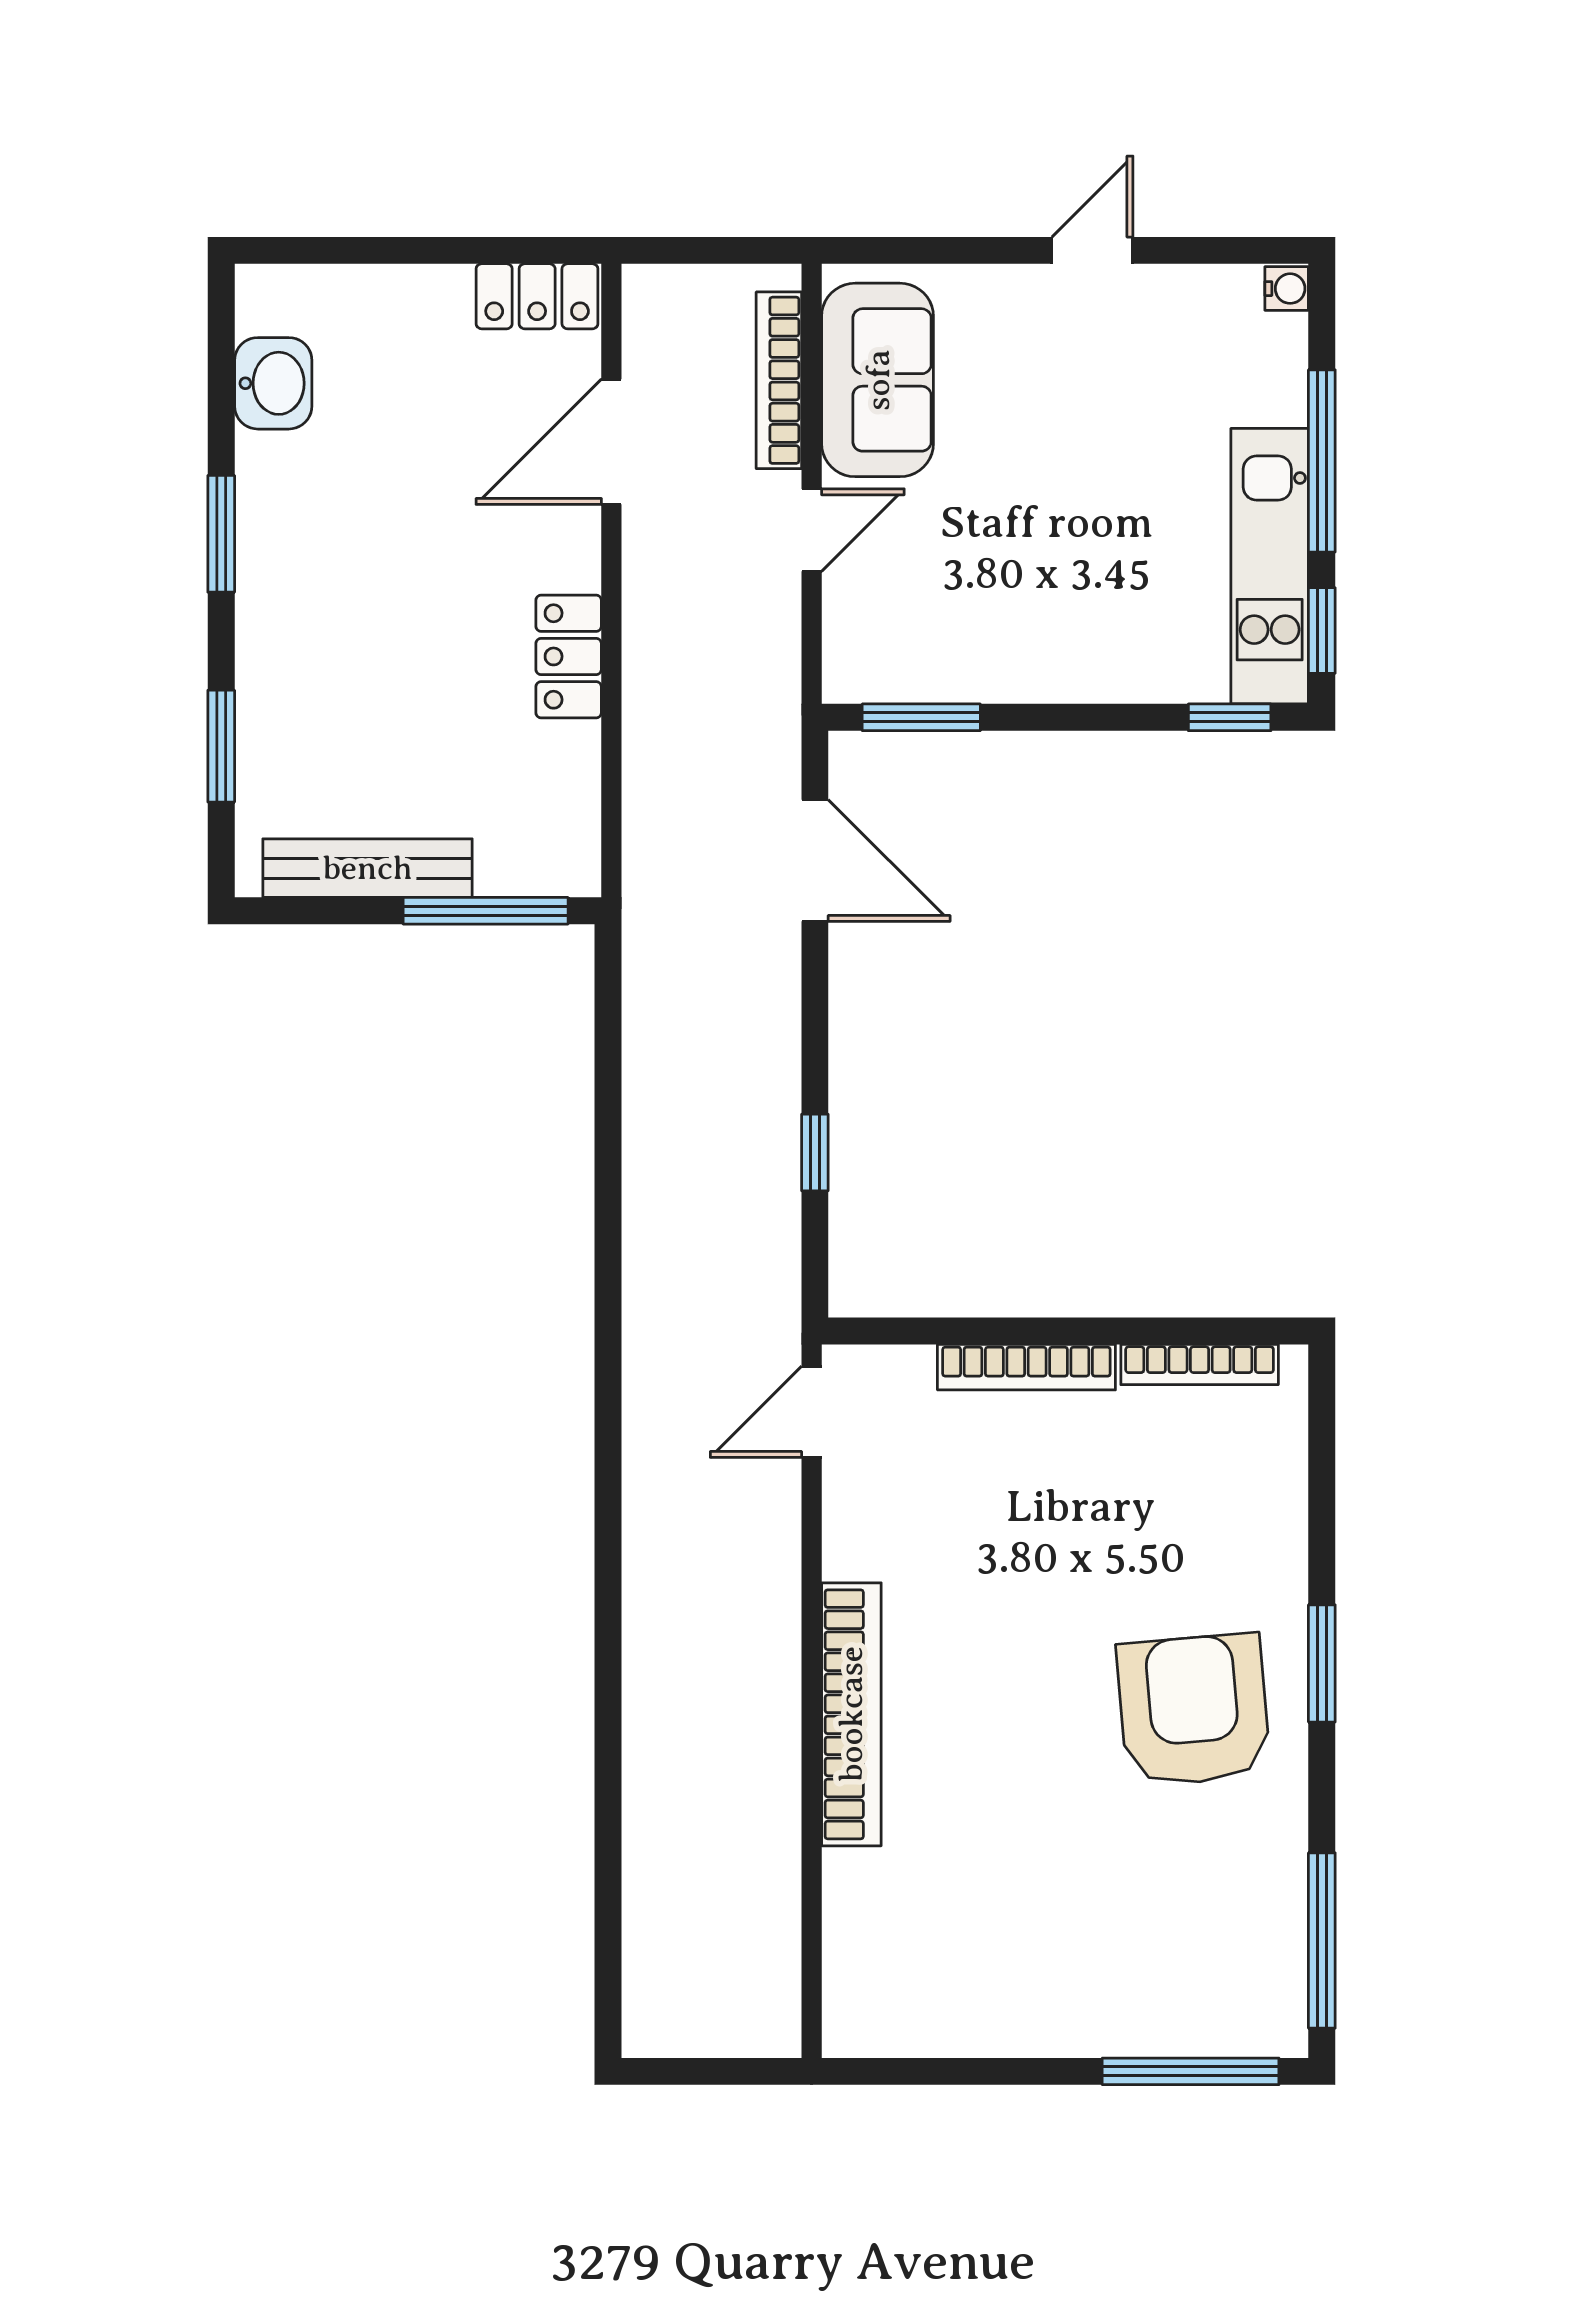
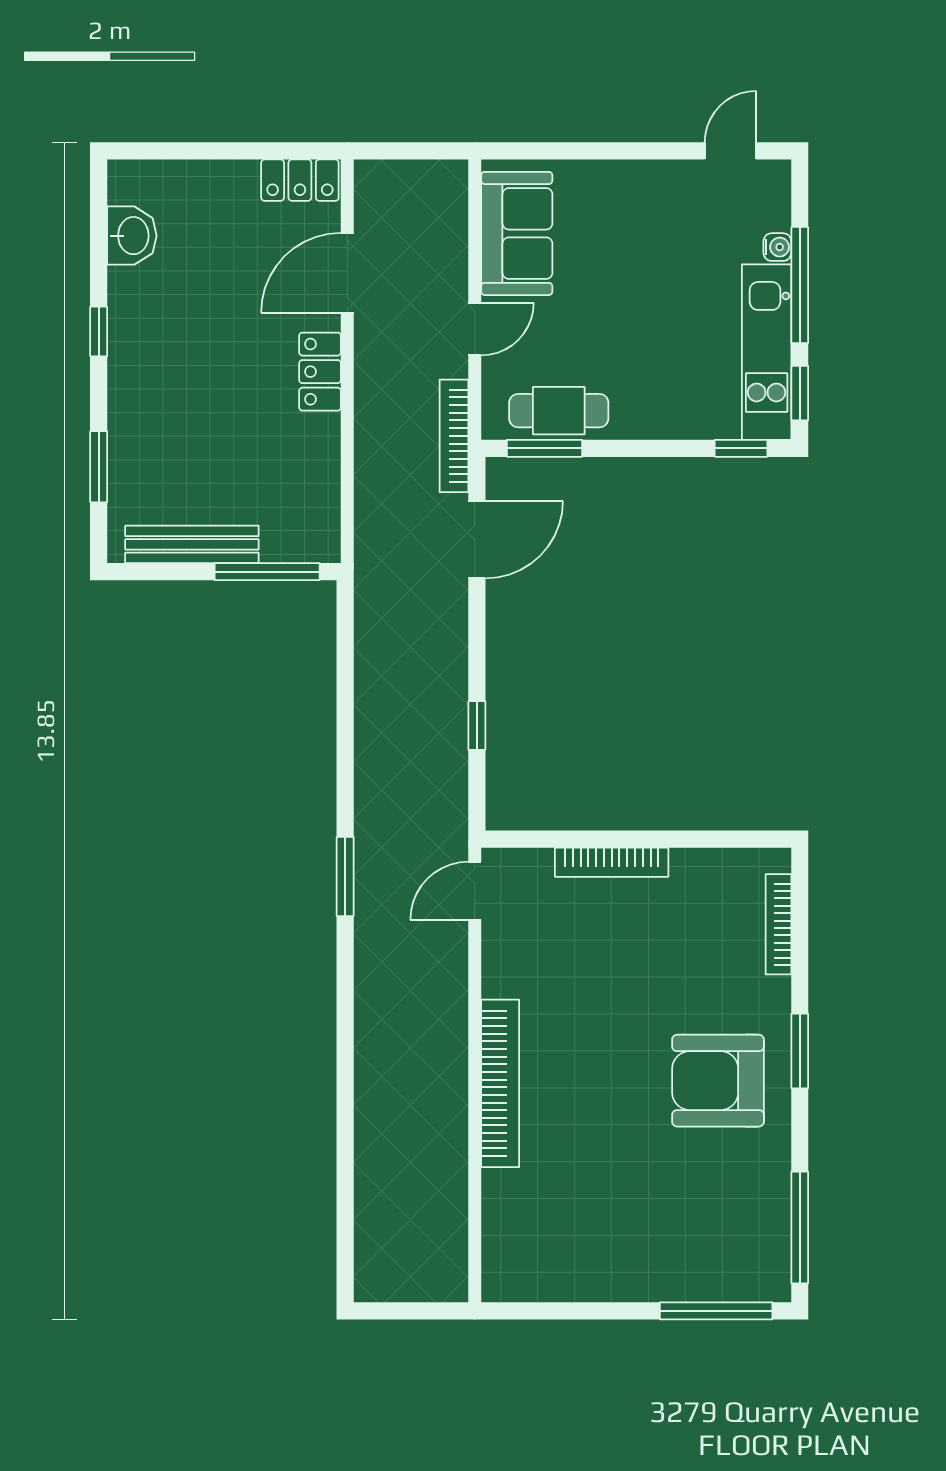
door: (1092, 250) -> (730, 151), moved
water cooler: (1287, 289) -> (777, 247), moved
bookcase: (779, 380) -> (454, 436), moved
window: (221, 534) -> (99, 331), width x0.67
locker: (569, 656) -> (320, 372), moved
cafe table: (943, 658) -> (559, 411), added
door: (815, 861) -> (477, 540), hinge flipped
bookcase: (1200, 1364) -> (778, 924), moved, turned 90
window: (608, 1389) -> (345, 876), added
armchair: (1193, 1710) -> (718, 1081), turned -85

